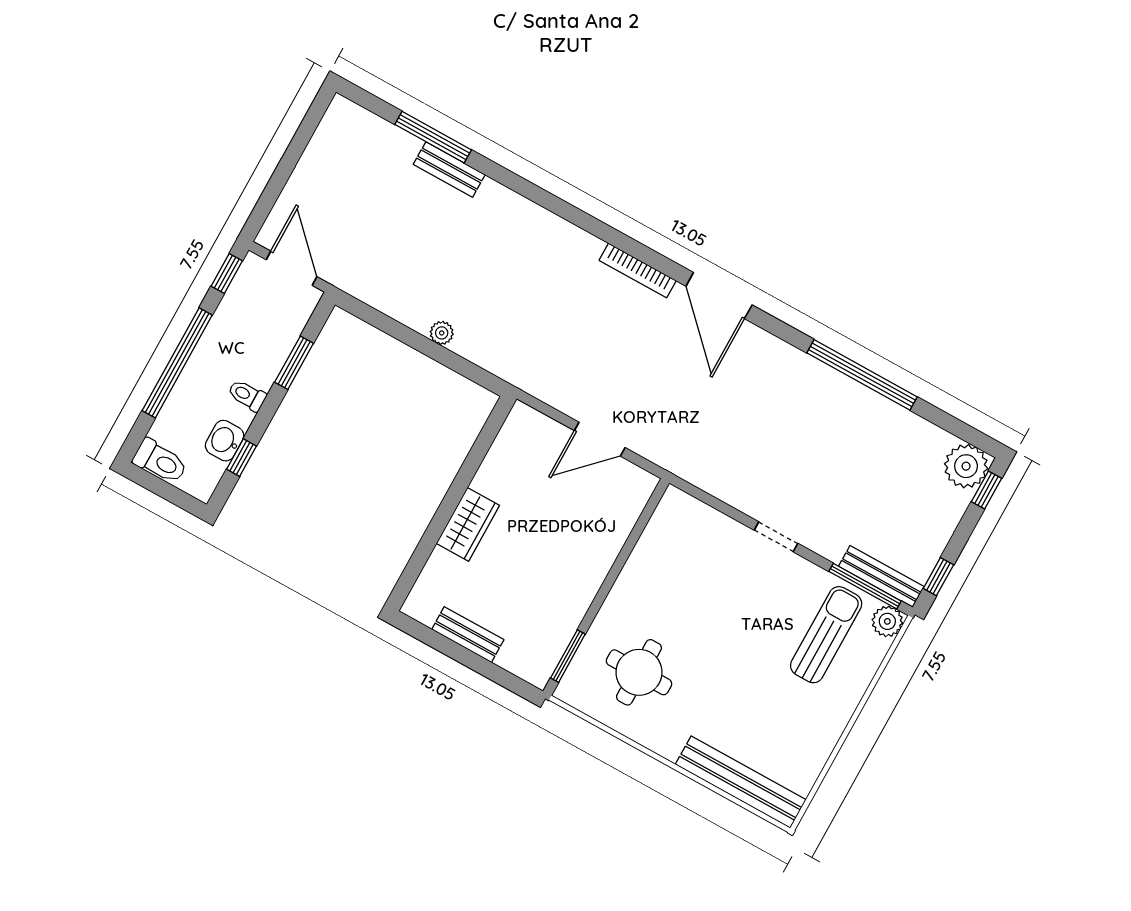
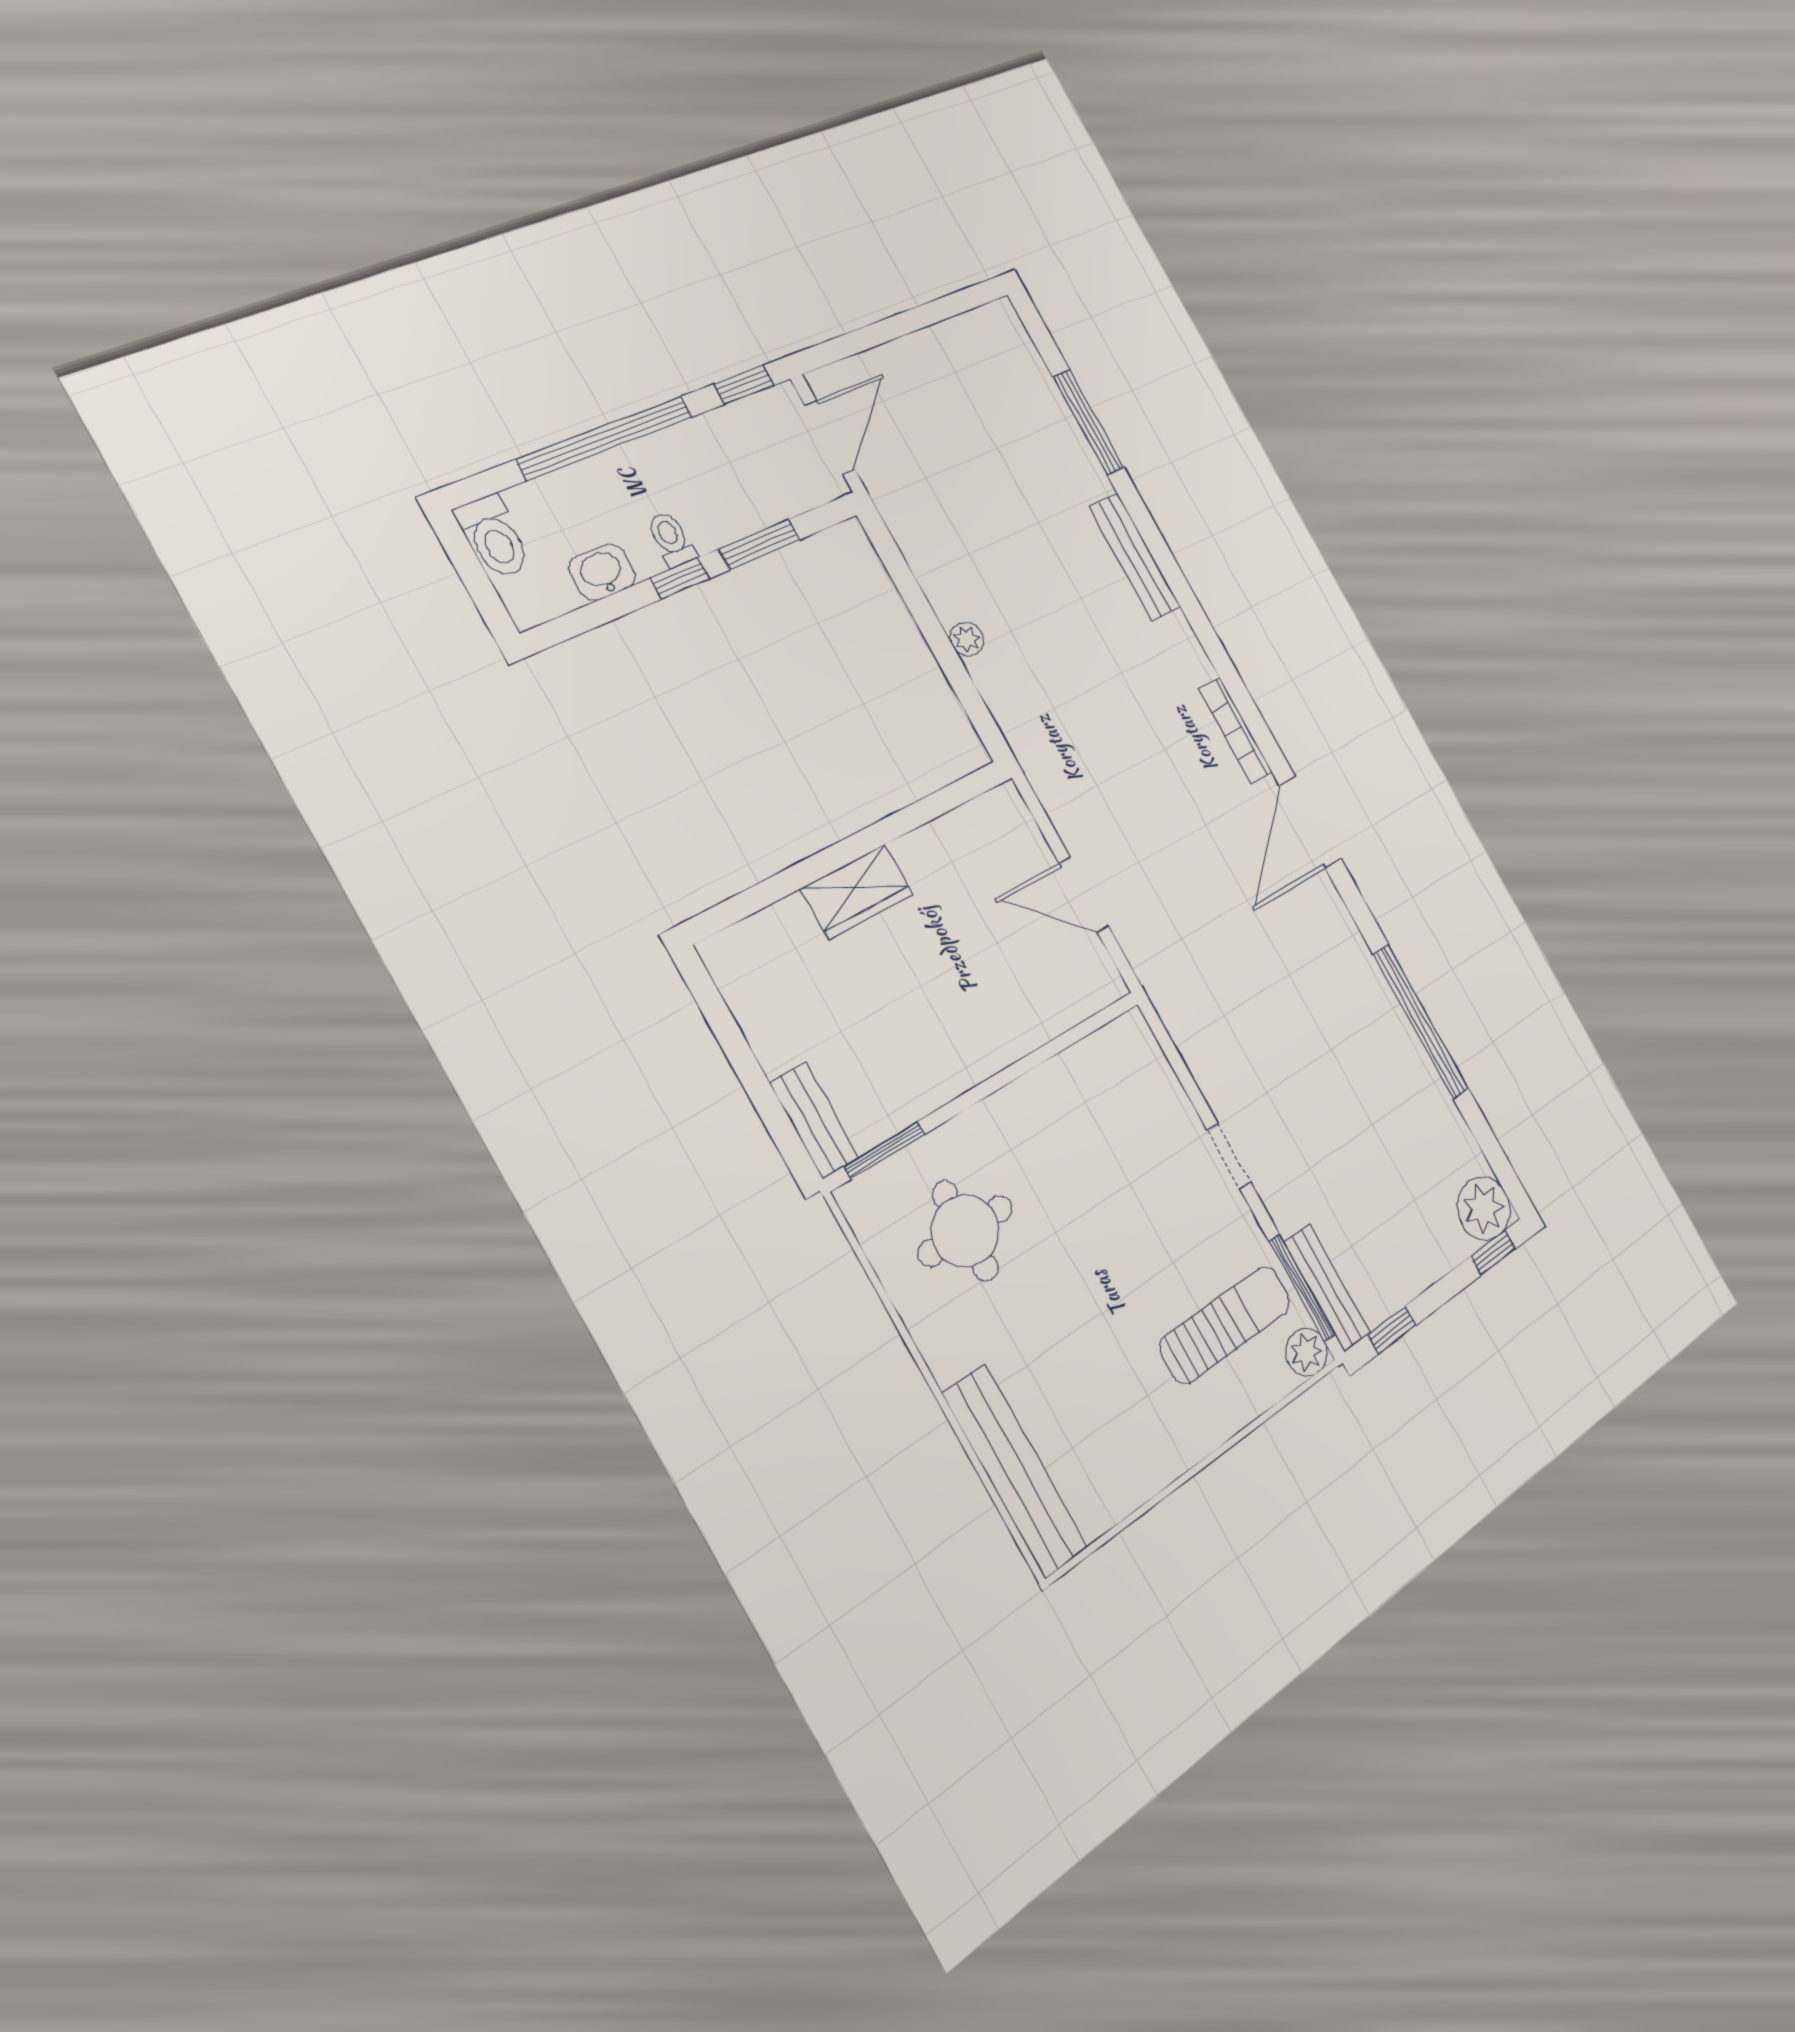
bench: (449, 170) -> (1135, 557), moved, width x1.36
window: (242, 458) -> (680, 578), moved
bench: (468, 635) -> (814, 1120), moved

